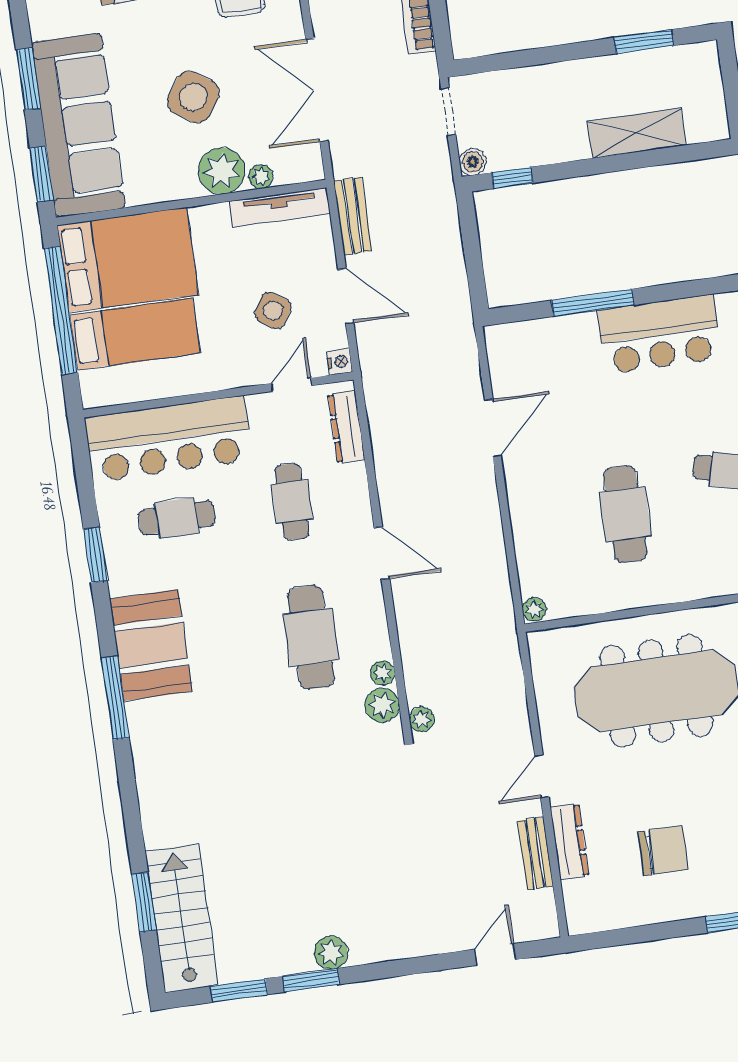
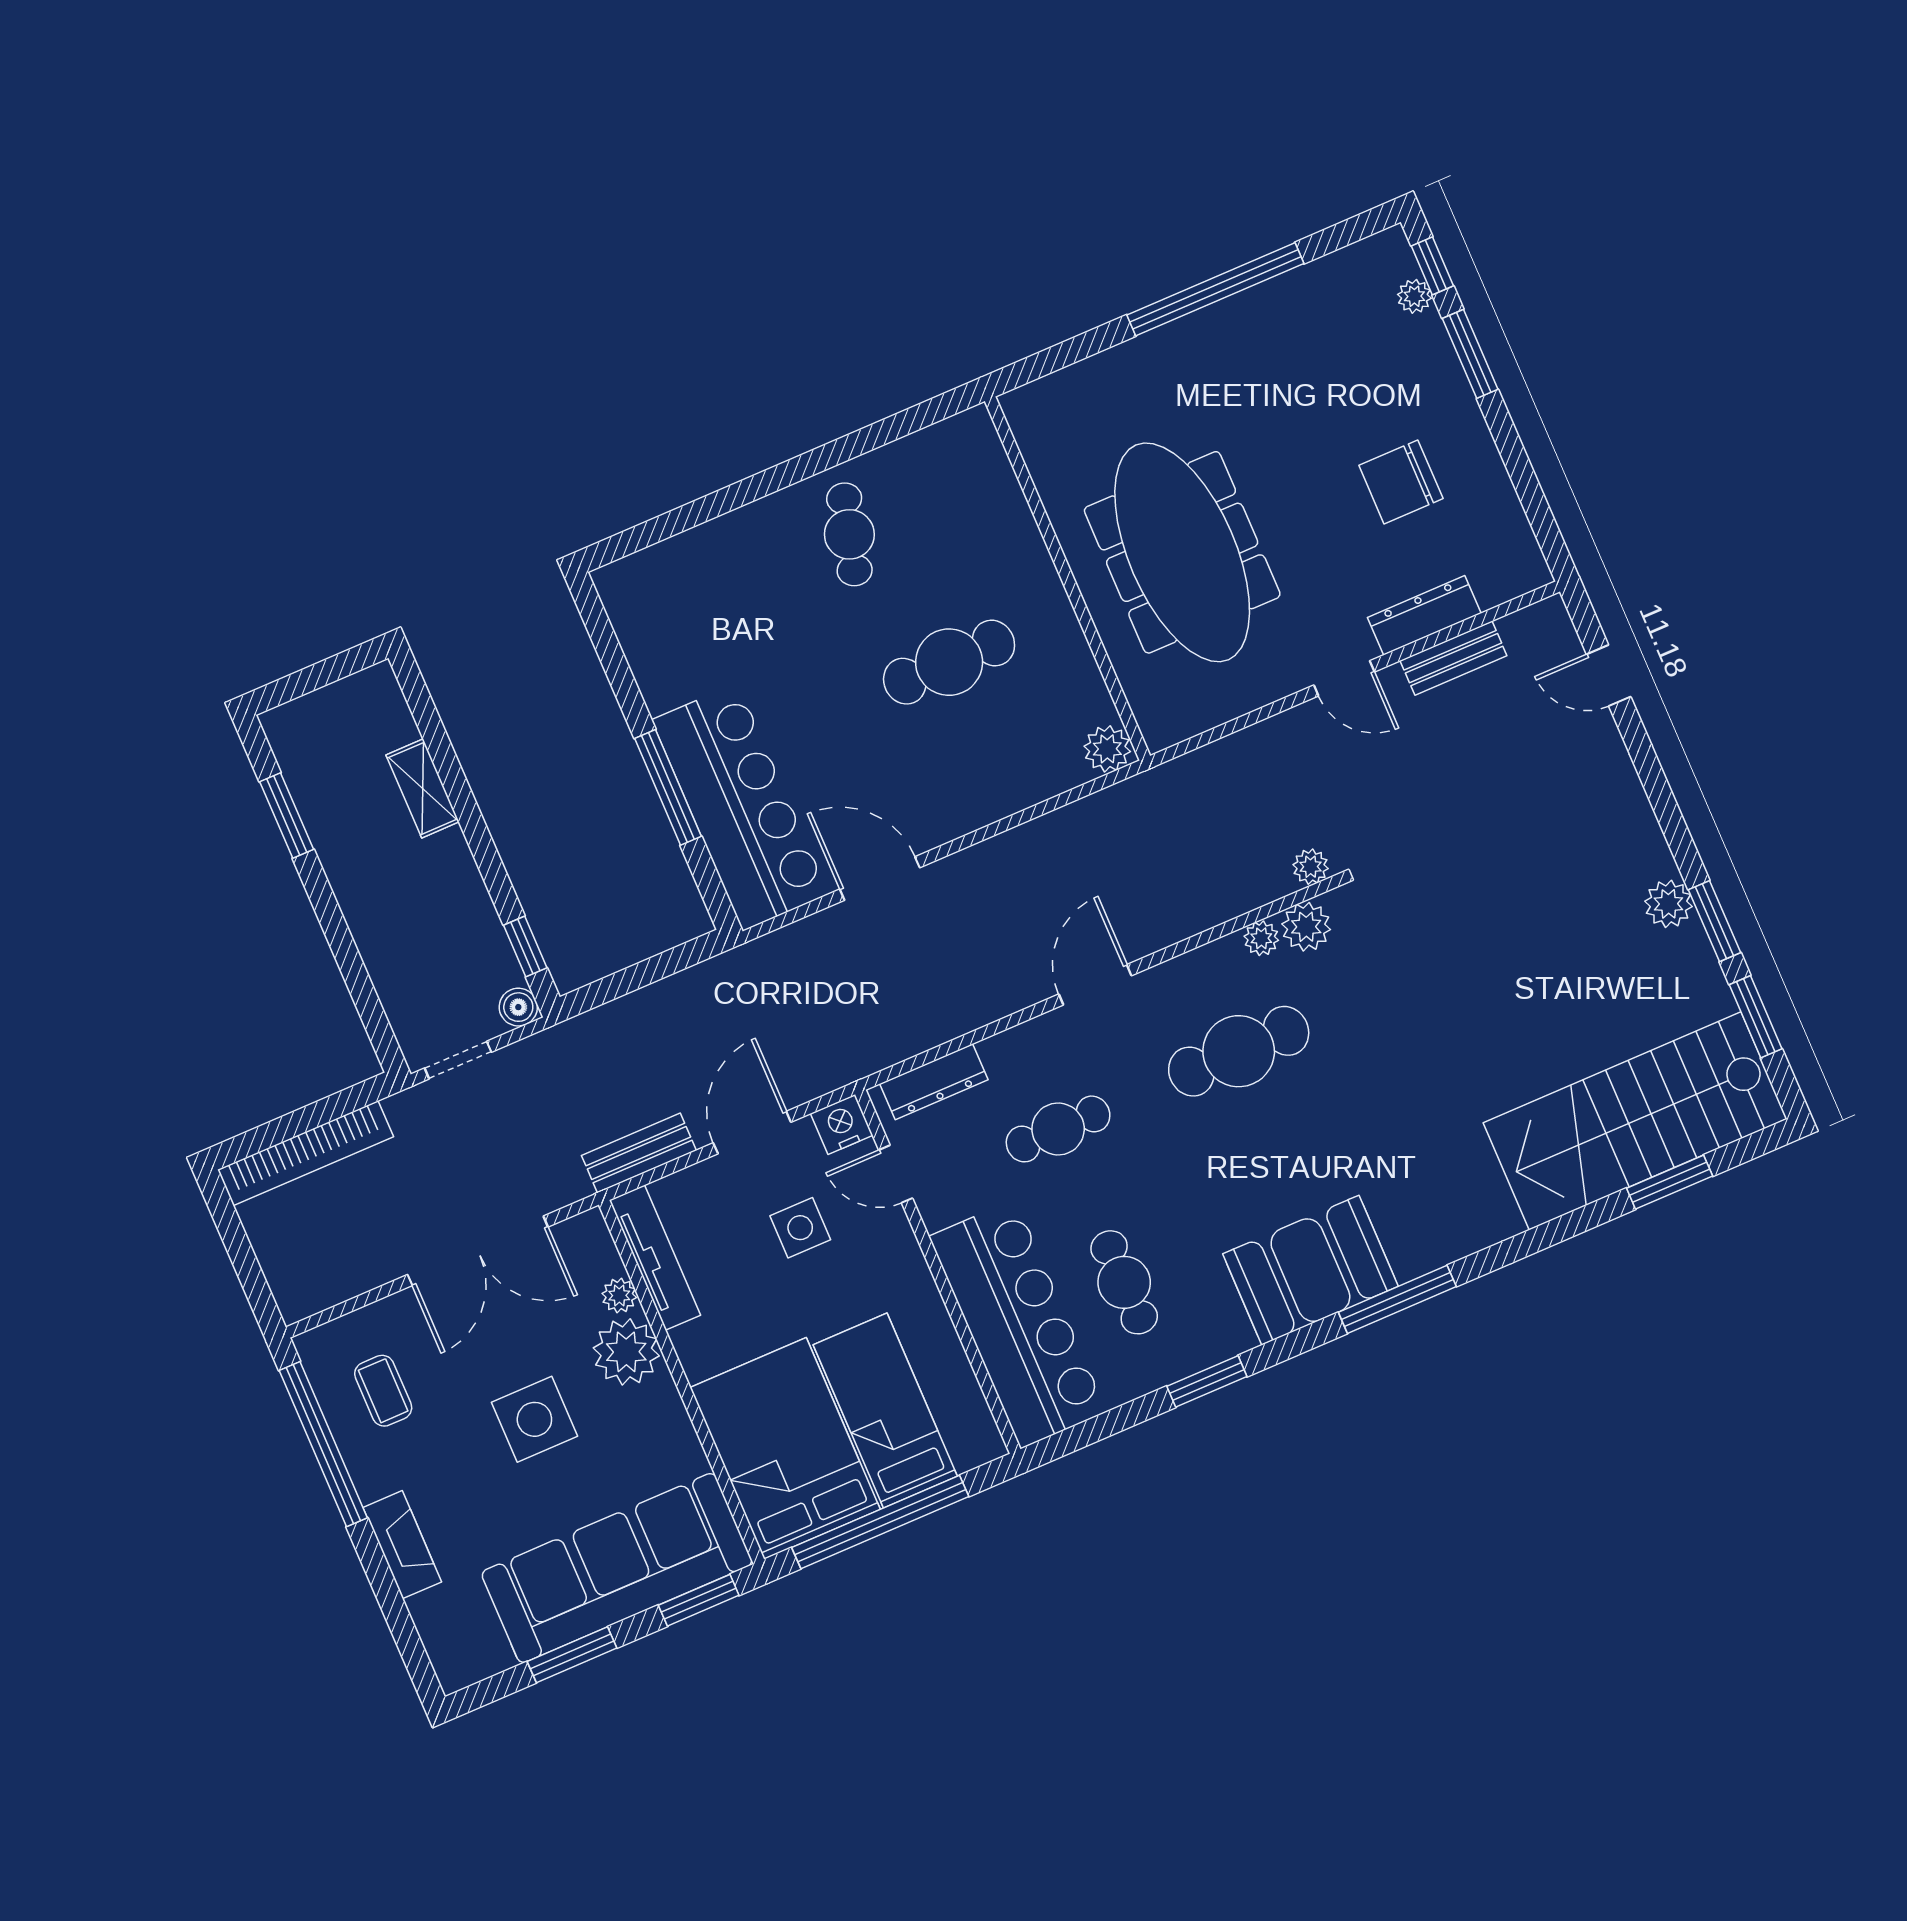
side table: (193, 97) -> (534, 1419), turned -34
shelving: (636, 133) -> (423, 788), width x0.67, depth x0.75
side table: (273, 311) -> (800, 1228), turned -33
bar counter: (660, 334) -> (740, 807), moved, width x1.36
nightstand: (339, 362) -> (842, 1124), width x1.39, depth x1.35
plant: (534, 610) -> (1107, 749), width x1.38, depth x1.38
chair: (663, 851) -> (1401, 482), turned -90
stairs: (182, 918) -> (1635, 1121), width x1.36, depth x1.51

